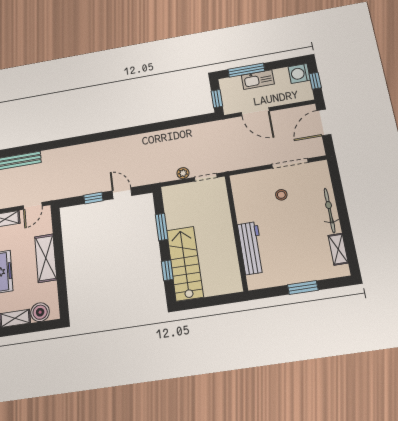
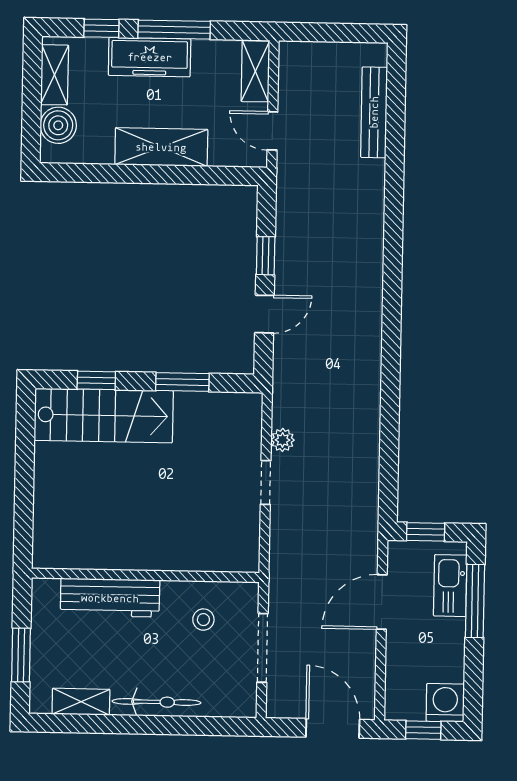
kitchen sink: (258, 80) -> (450, 586), moved
wall: (236, 232) -> (145, 575), moved
workbench: (251, 248) -> (110, 598), moved
window: (303, 288) -> (21, 655), moved

